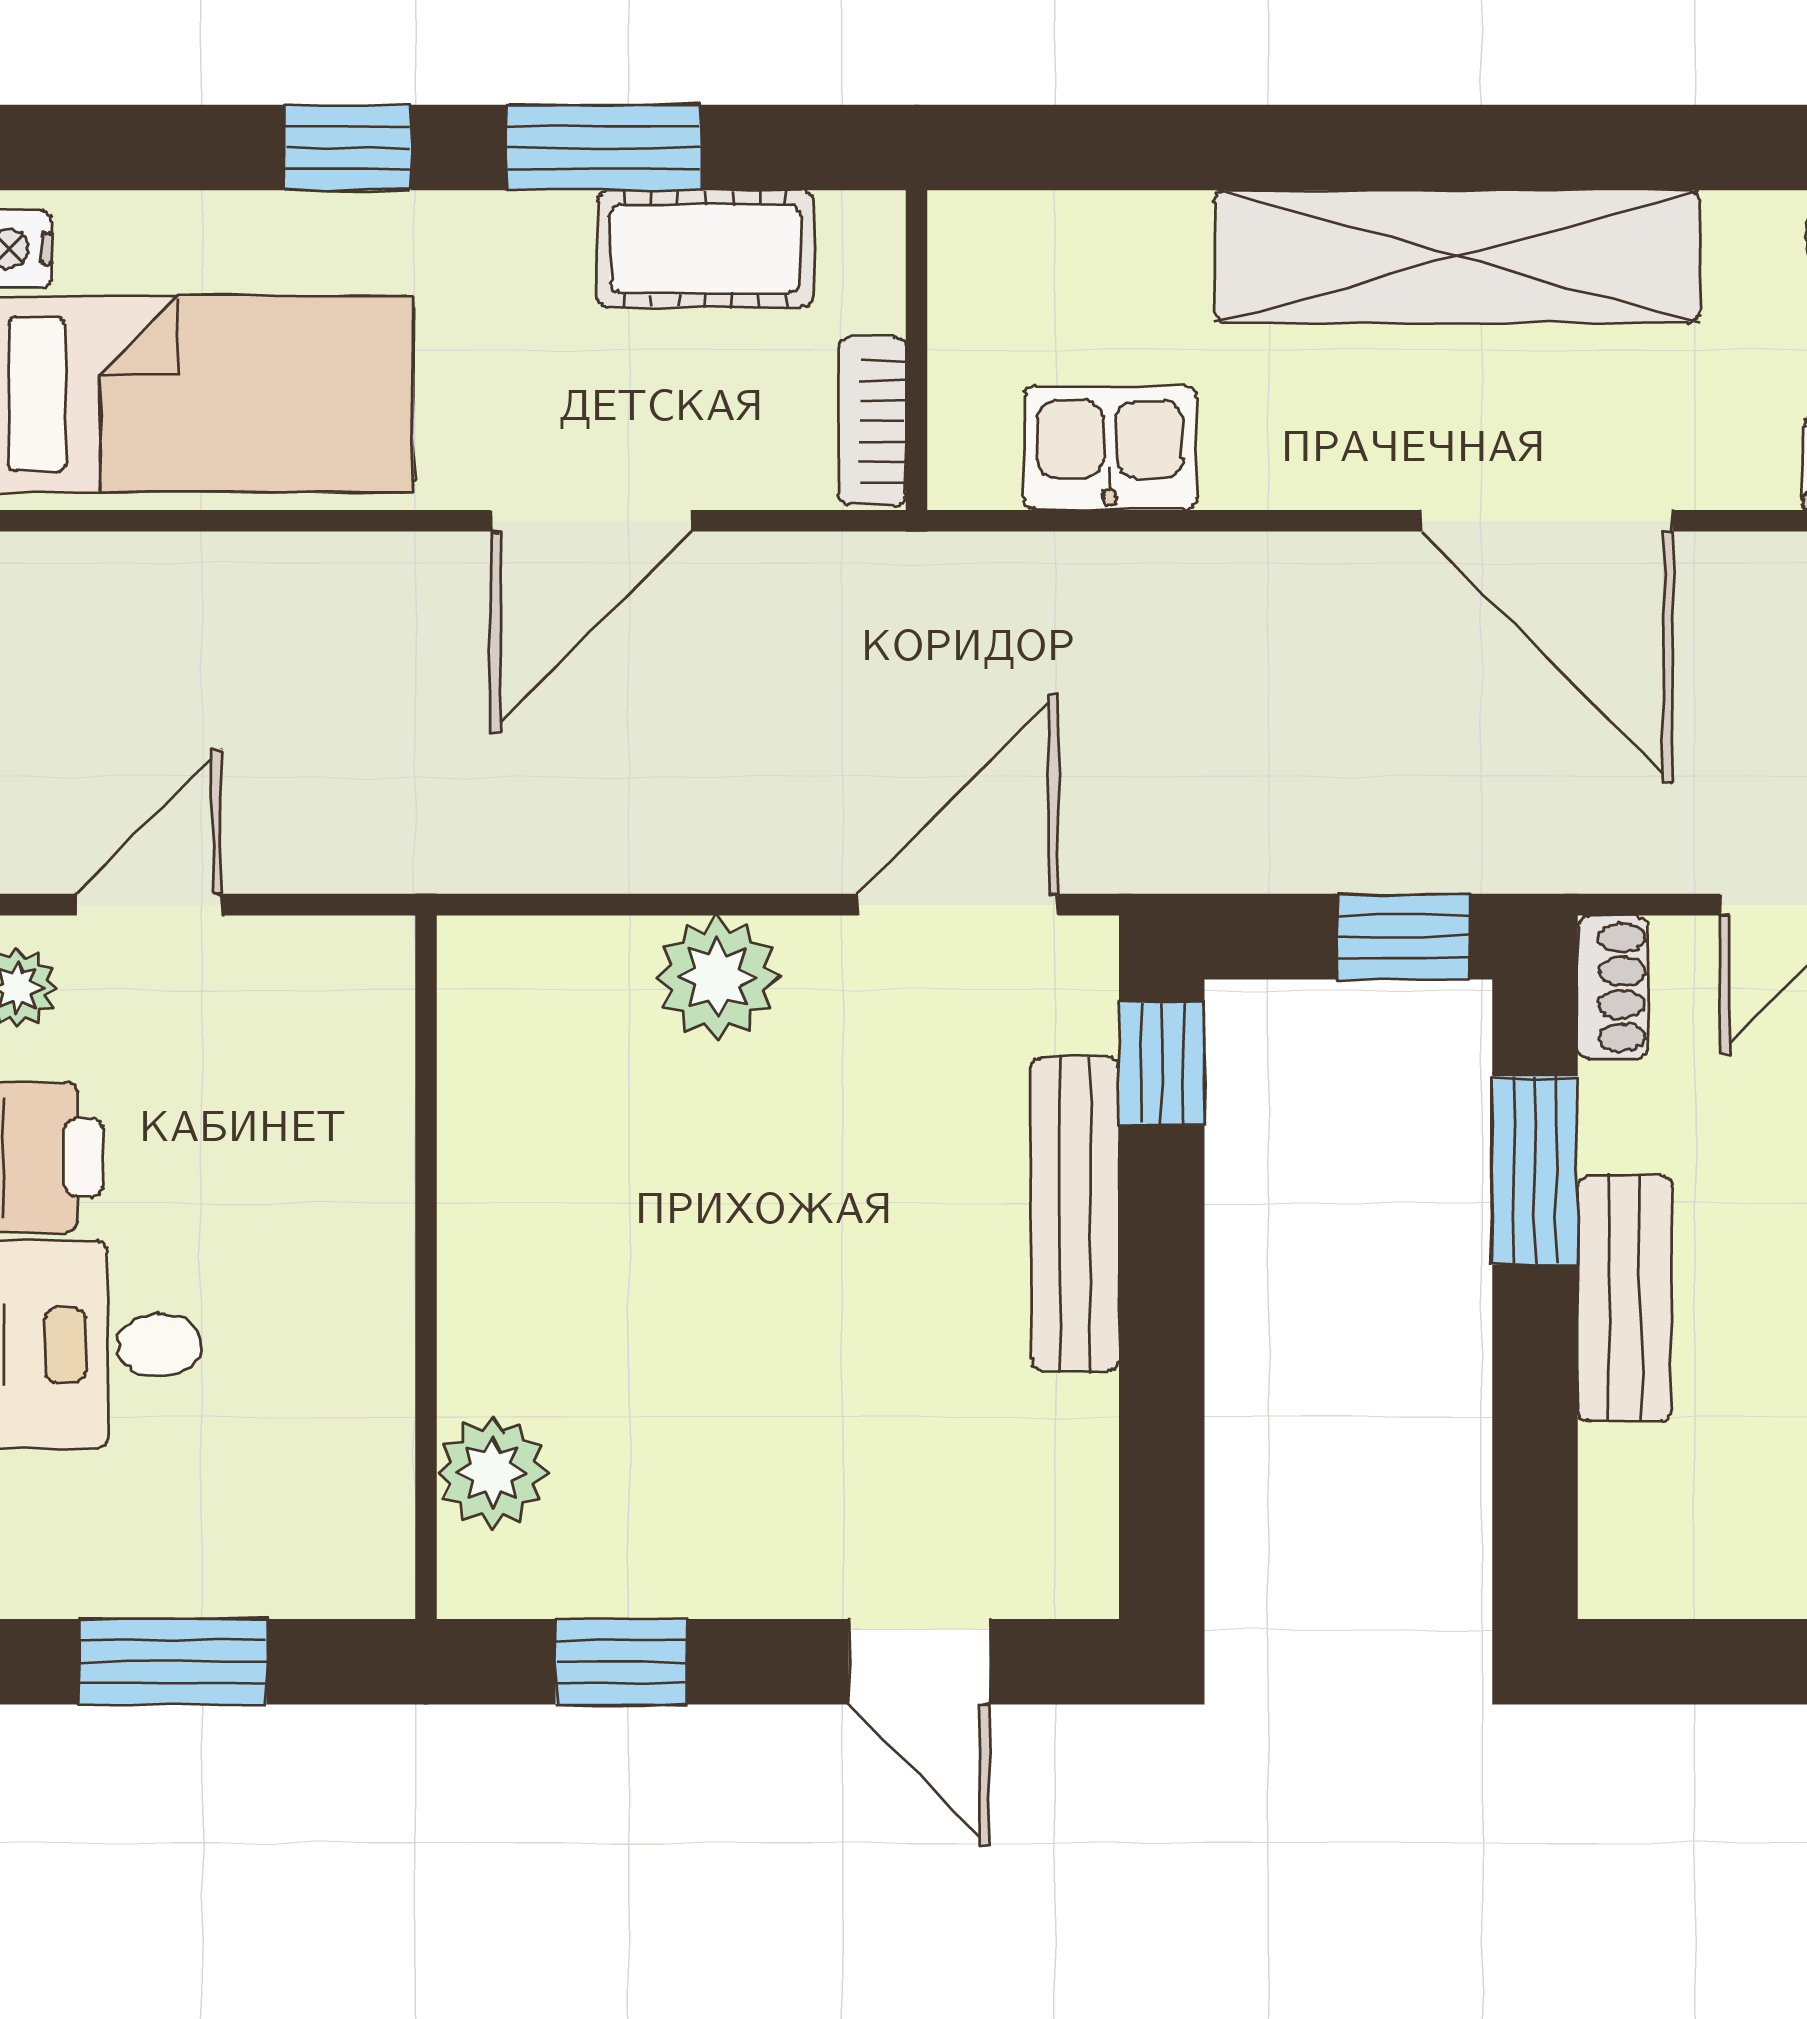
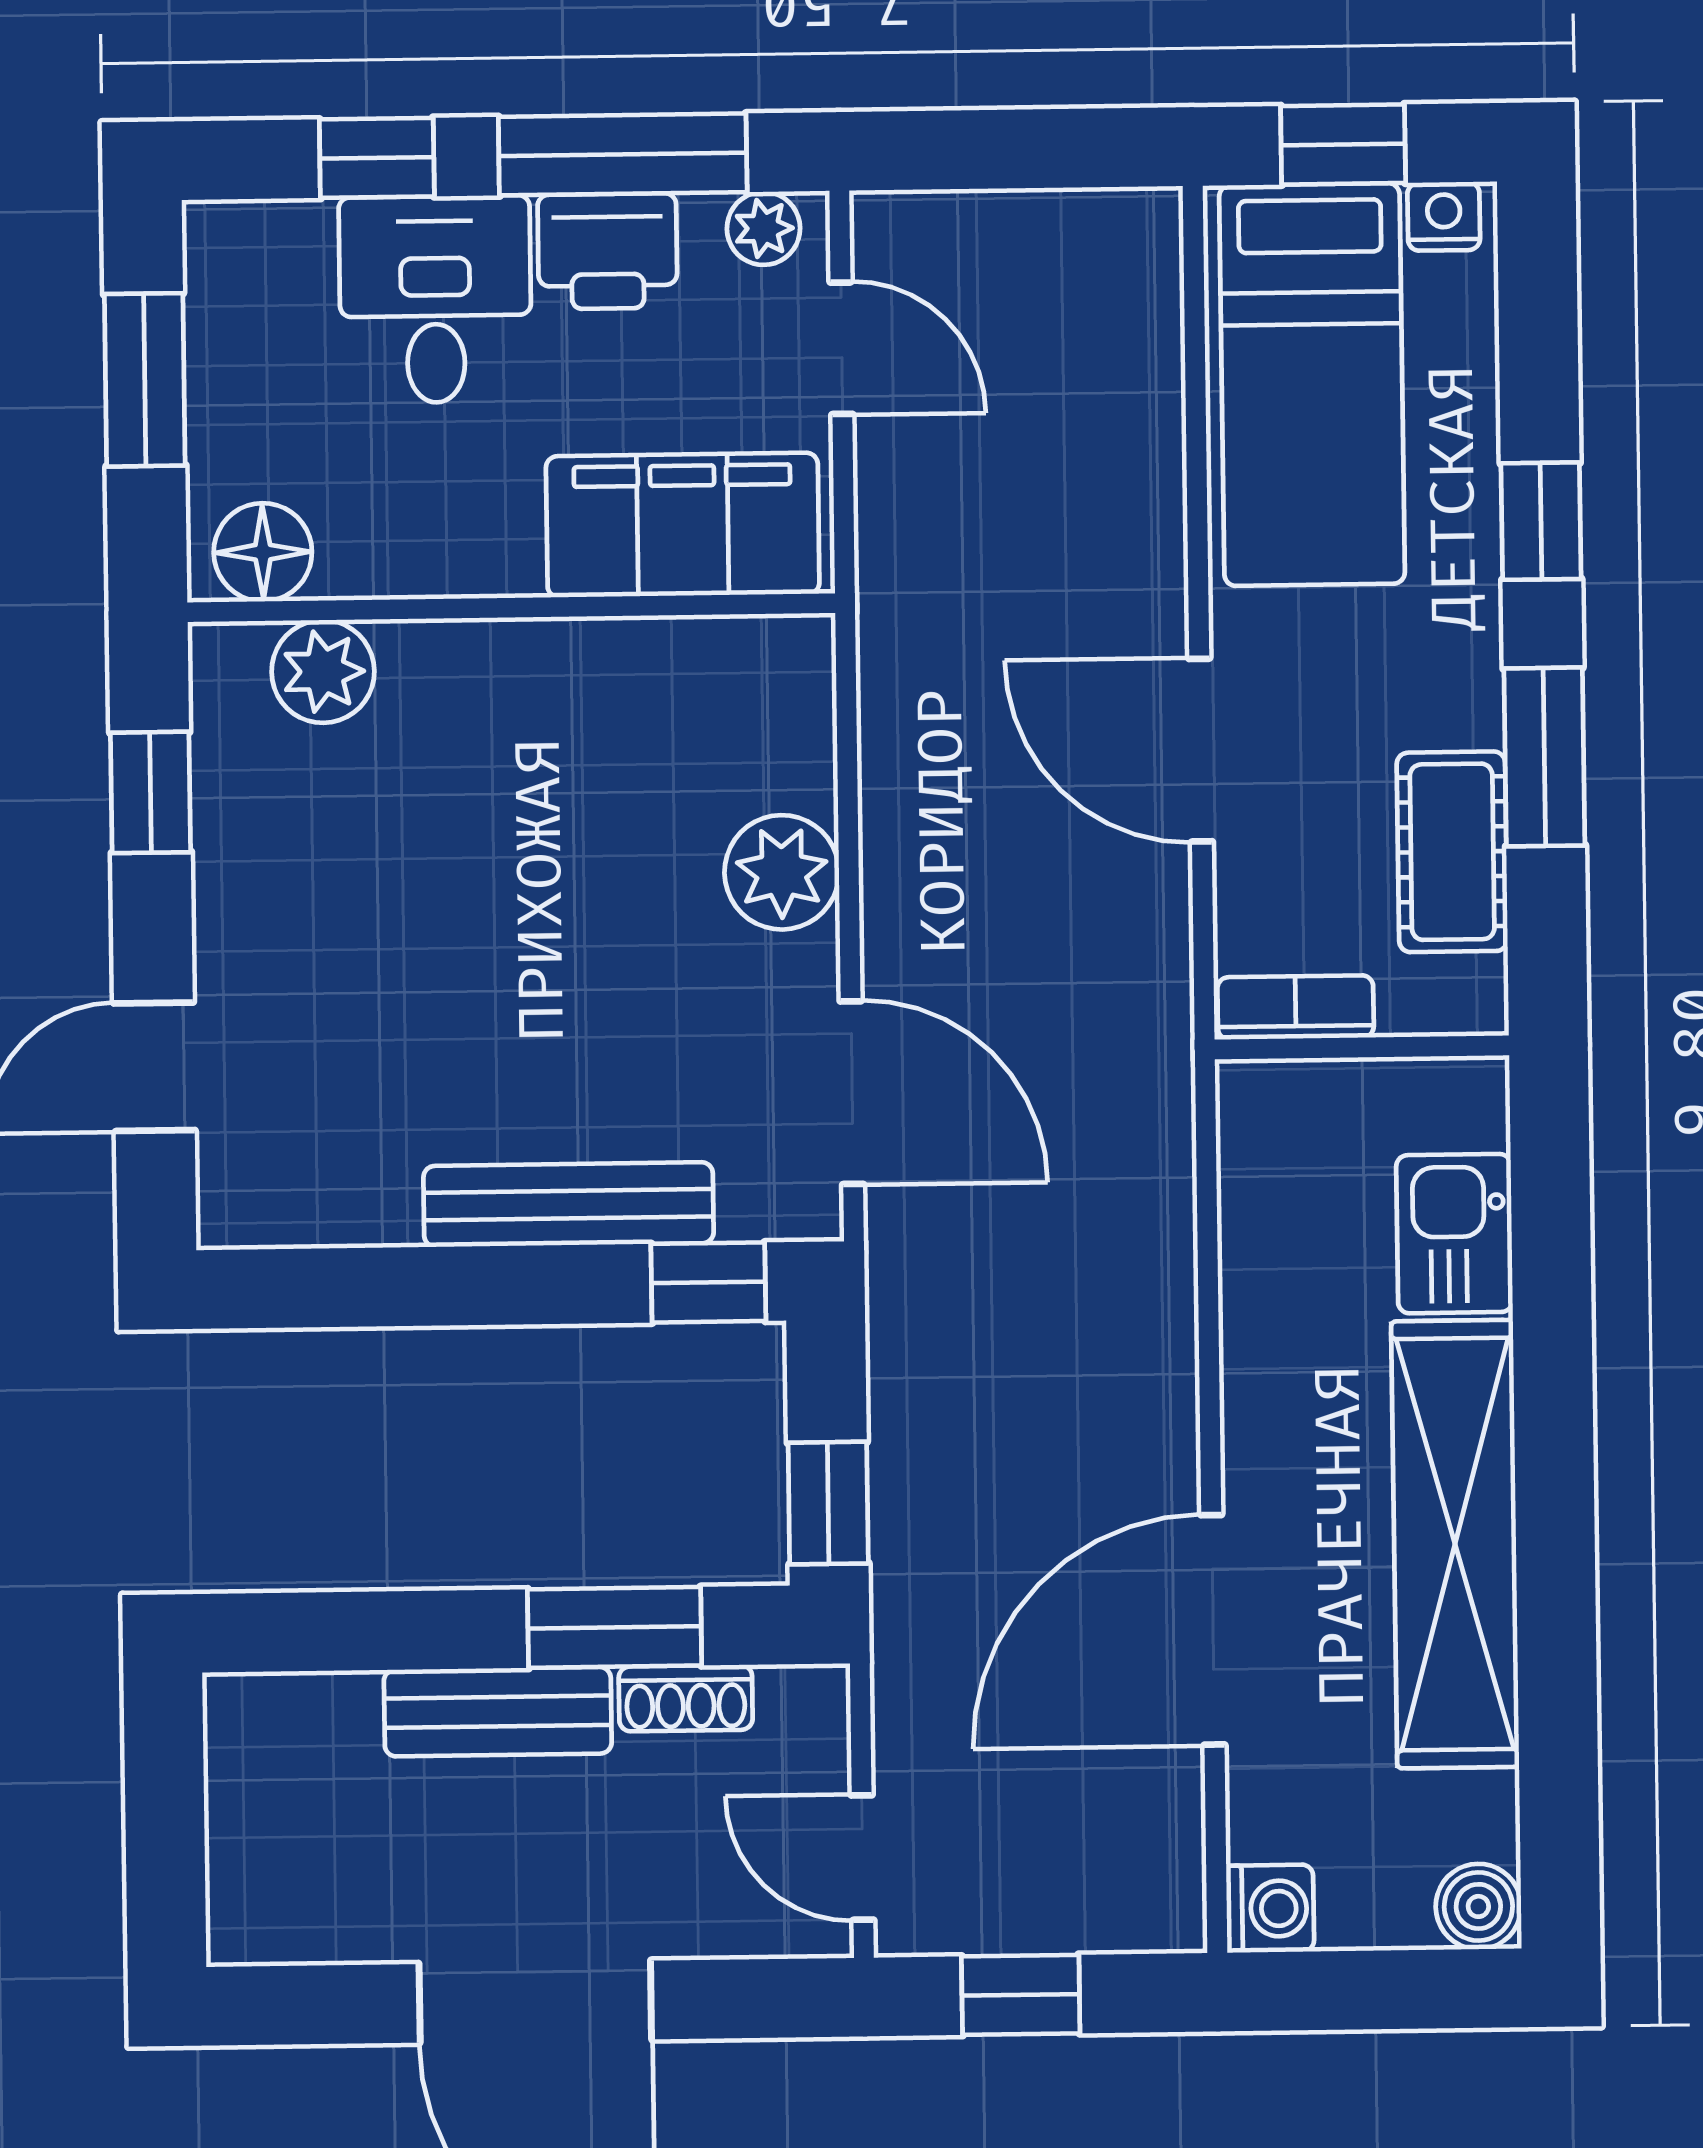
kitchen sink: (1110, 448) -> (1454, 1234), moved, turned 180
shoe rack: (1613, 988) -> (686, 1698), moved
filing cabinet: (339, 1080) -> (683, 525), added
floor lamp: (362, 1536) -> (263, 552), added

